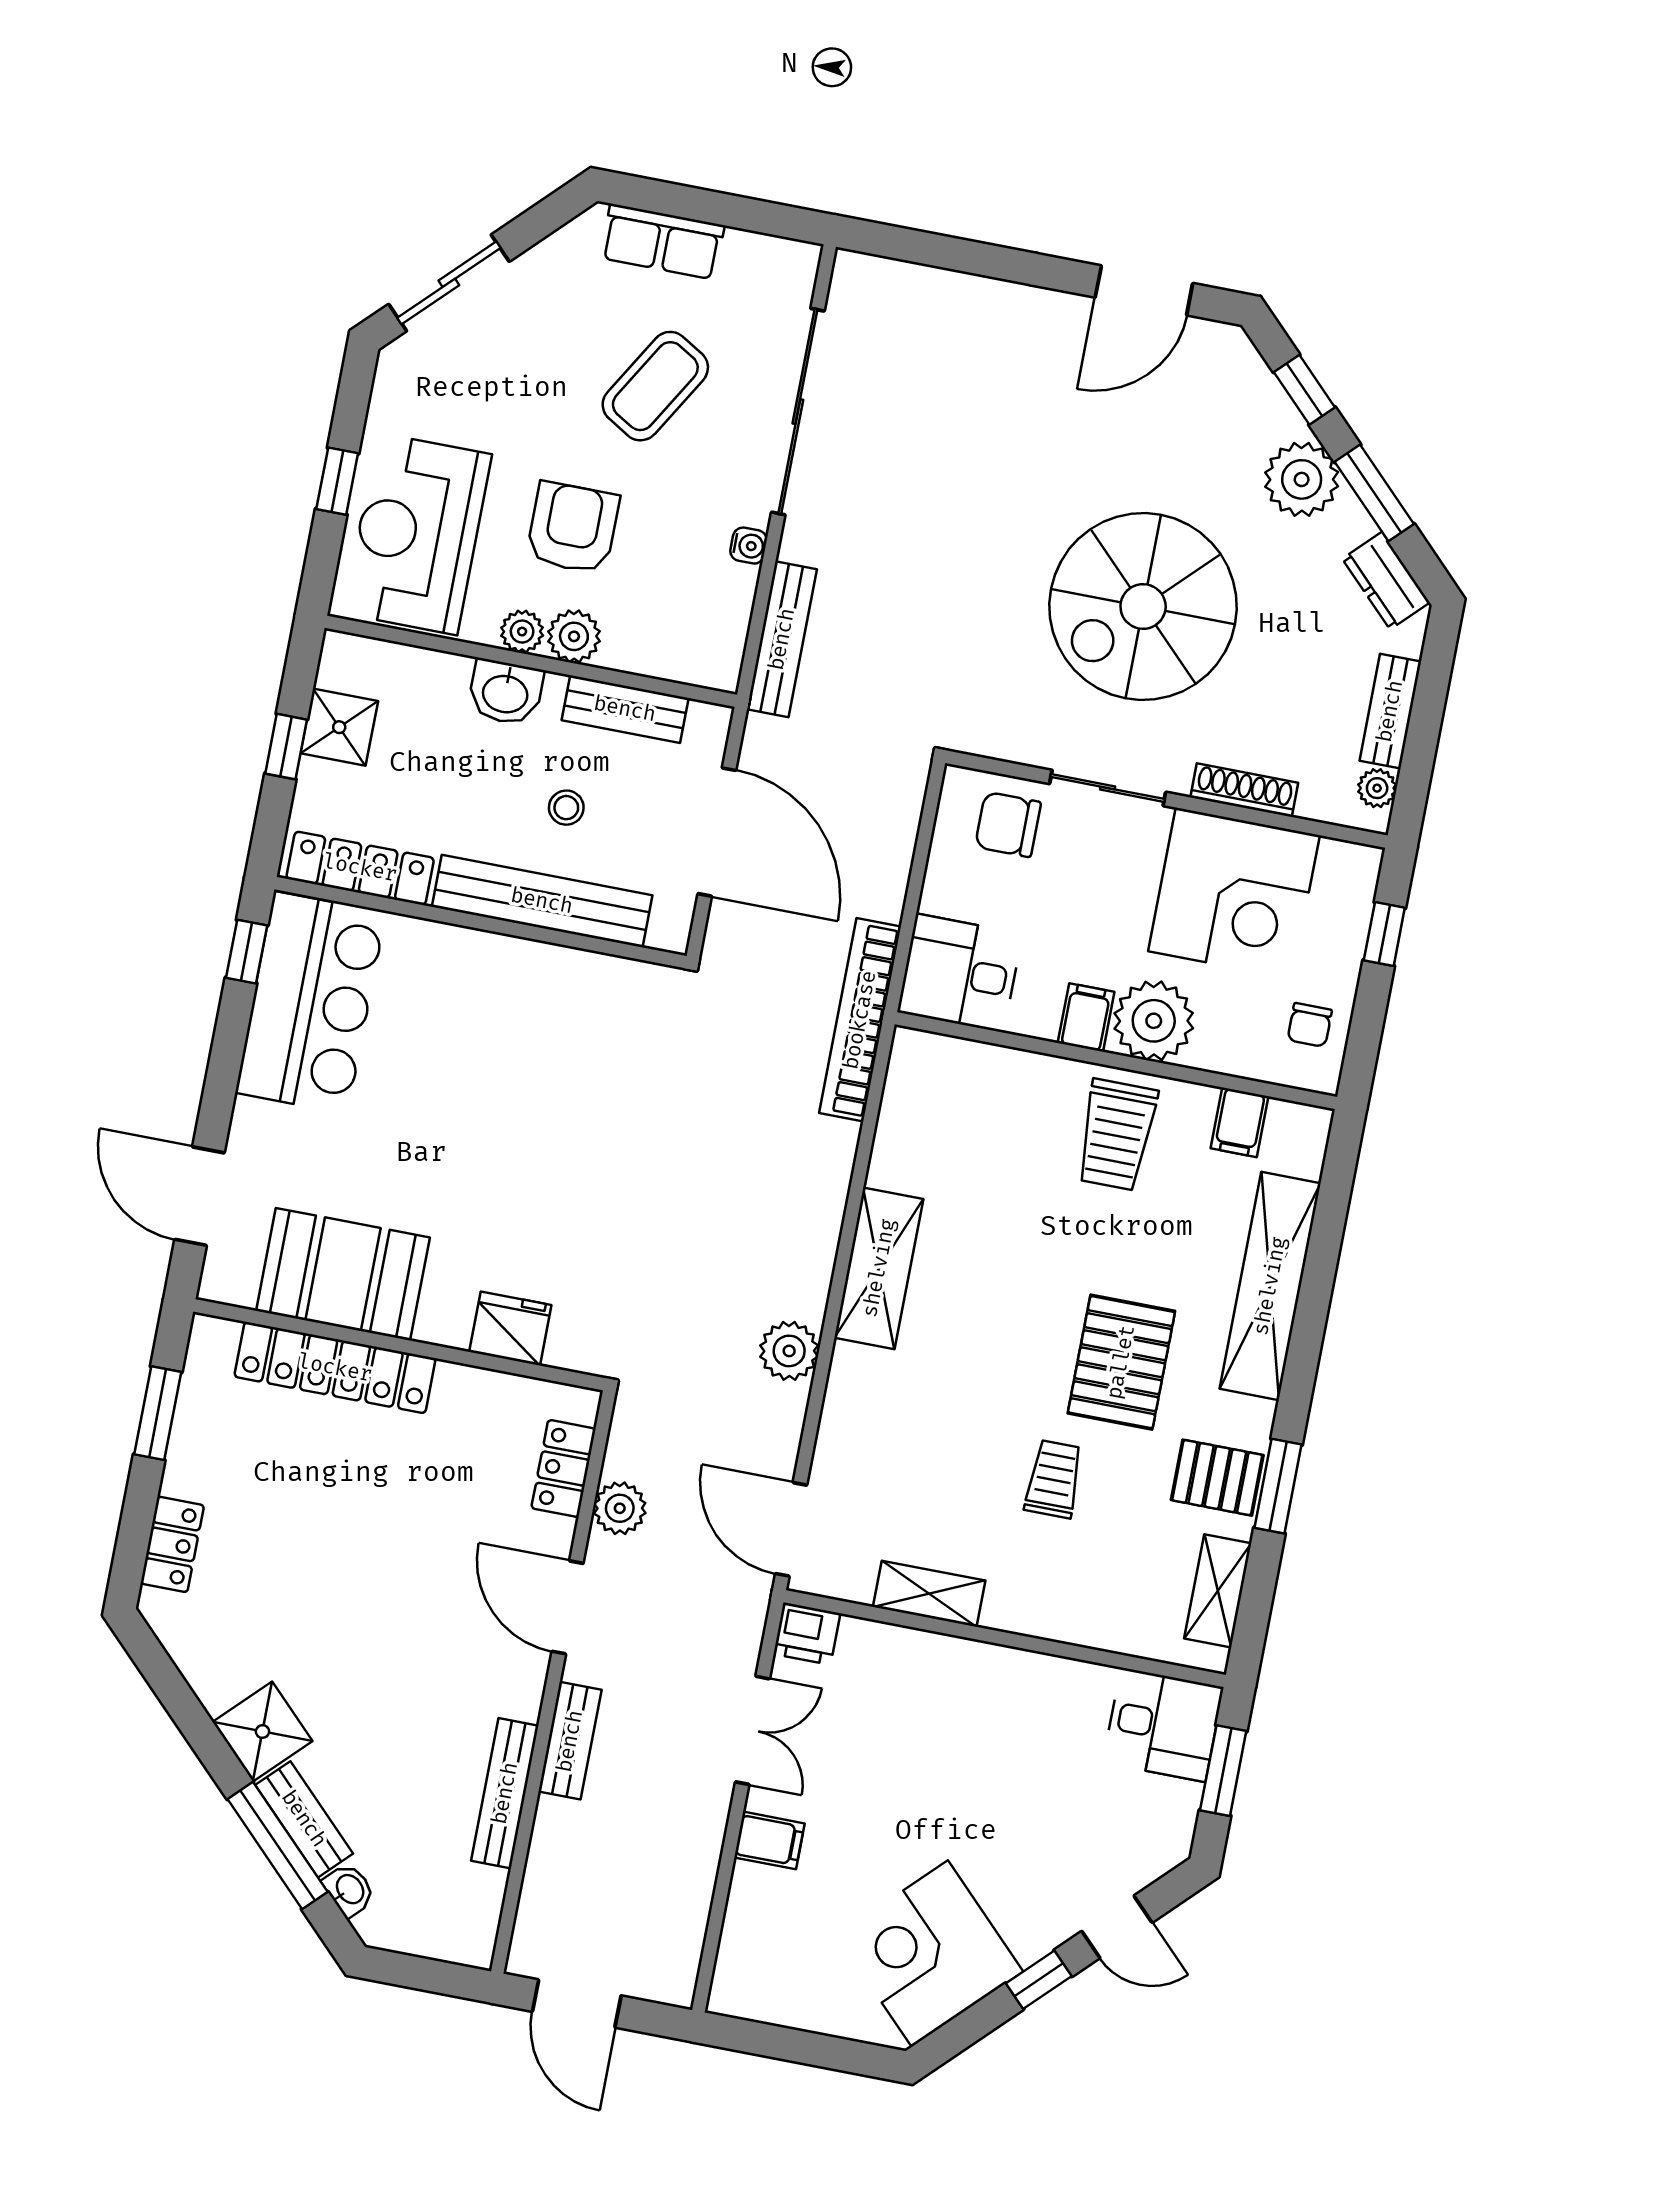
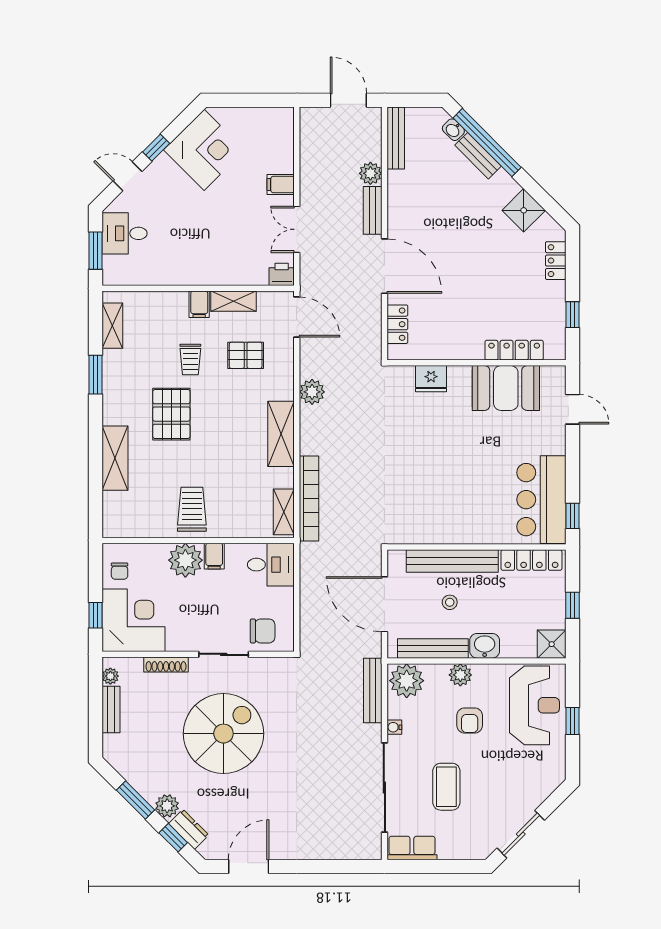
row of seats: (662, 242) -> (412, 848), moved
sliding door: (449, 283) -> (521, 834), moved
coffee table: (655, 386) -> (446, 787), turned -31
plant: (1302, 479) -> (167, 806), width x0.73, depth x0.73
armchair: (573, 528) -> (470, 720), width x0.72, depth x0.72
dresser: (1386, 581) -> (189, 829), moved
plant: (522, 632) -> (407, 681), moved, width x1.87, depth x1.87
bench: (625, 709) -> (433, 648), width x1.36
shower: (339, 727) -> (552, 644), moved
corner desk: (1234, 893) -> (133, 620), moved, turned 90
bookcase: (860, 1020) -> (309, 499), moved
chair: (1310, 1025) -> (120, 571), turned 180
shelving: (907, 1088) -> (284, 512), added
filing cabinet: (1240, 1122) -> (199, 304), moved, turned 180
door: (200, 1196) -> (572, 409), width x0.73
shelving: (1270, 1286) -> (115, 458), width x0.68
locker: (335, 1368) -> (514, 350), width x0.71, depth x0.83
window: (158, 1413) -> (572, 315), width x0.67
pallet: (1217, 1478) -> (246, 355), moved
plant: (620, 1508) -> (370, 173), moved
door: (568, 1607) -> (384, 266), width x1.36
desk: (1163, 1725) -> (125, 233), moved
shower: (262, 1731) -> (524, 210), moved
bench: (505, 1793) -> (396, 138), moved
window: (278, 1845) -> (487, 143), width x1.46

